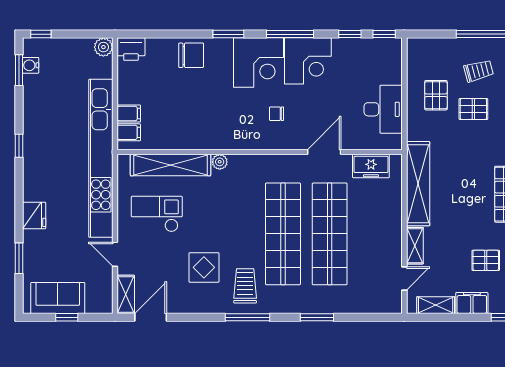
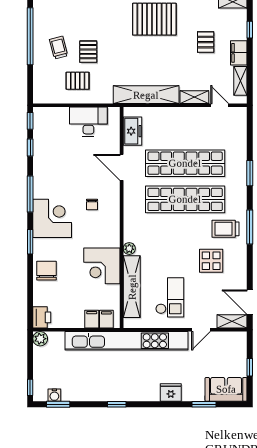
corner desk: (308, 61) -> (102, 266), moved, turned 180
checkout: (157, 214) -> (170, 297), turned 180
sofa: (58, 298) -> (226, 389), moved, turned 90

